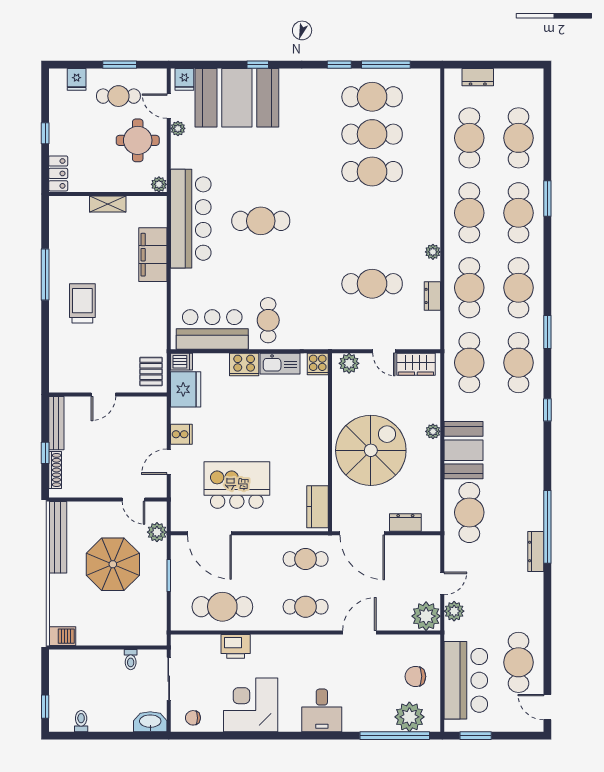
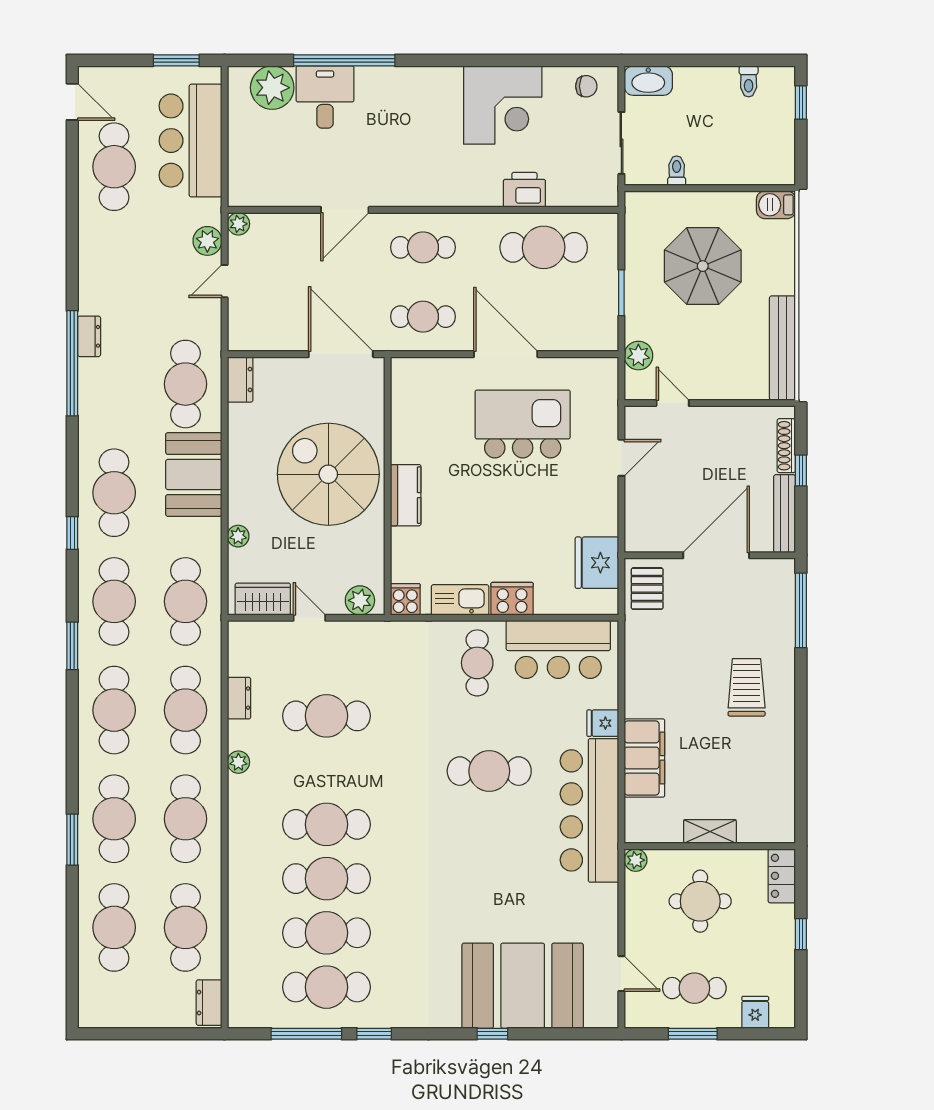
dresser: (478, 77) -> (209, 1003), moved, turned -90
fridge: (184, 79) -> (603, 723), moved, turned -90
plant: (178, 128) -> (608, 941), removed
round table: (138, 140) -> (700, 901), moved
cafe table: (372, 209) -> (326, 824), added
cafe table: (261, 221) -> (489, 771), moved
window: (45, 275) -> (801, 610), moved
trolley: (82, 303) -> (747, 687), turned 180
dishwasher: (181, 362) -> (603, 603), removed
door: (103, 394) -> (716, 555), width x1.88
plant: (433, 431) -> (238, 536), moved
cooker: (181, 434) -> (603, 498), removed
cafe table: (519, 438) -> (114, 493), added
spiral stairs: (371, 450) -> (328, 474), turned 90
kitchen island: (237, 485) -> (523, 424), turned 180
kitchen counter: (317, 507) -> (406, 495), moved
dresser: (405, 522) -> (240, 379), moved, turned -90
door: (209, 533) -> (506, 354), moved
dresser: (536, 551) -> (89, 336), width x0.70
parasol: (113, 564) -> (703, 266), moved
plant: (426, 616) -> (238, 224), width x0.53, depth x0.53
chair: (415, 676) -> (264, 146), removed
desk: (322, 710) -> (325, 97), moved
window: (395, 736) -> (344, 60), moved

